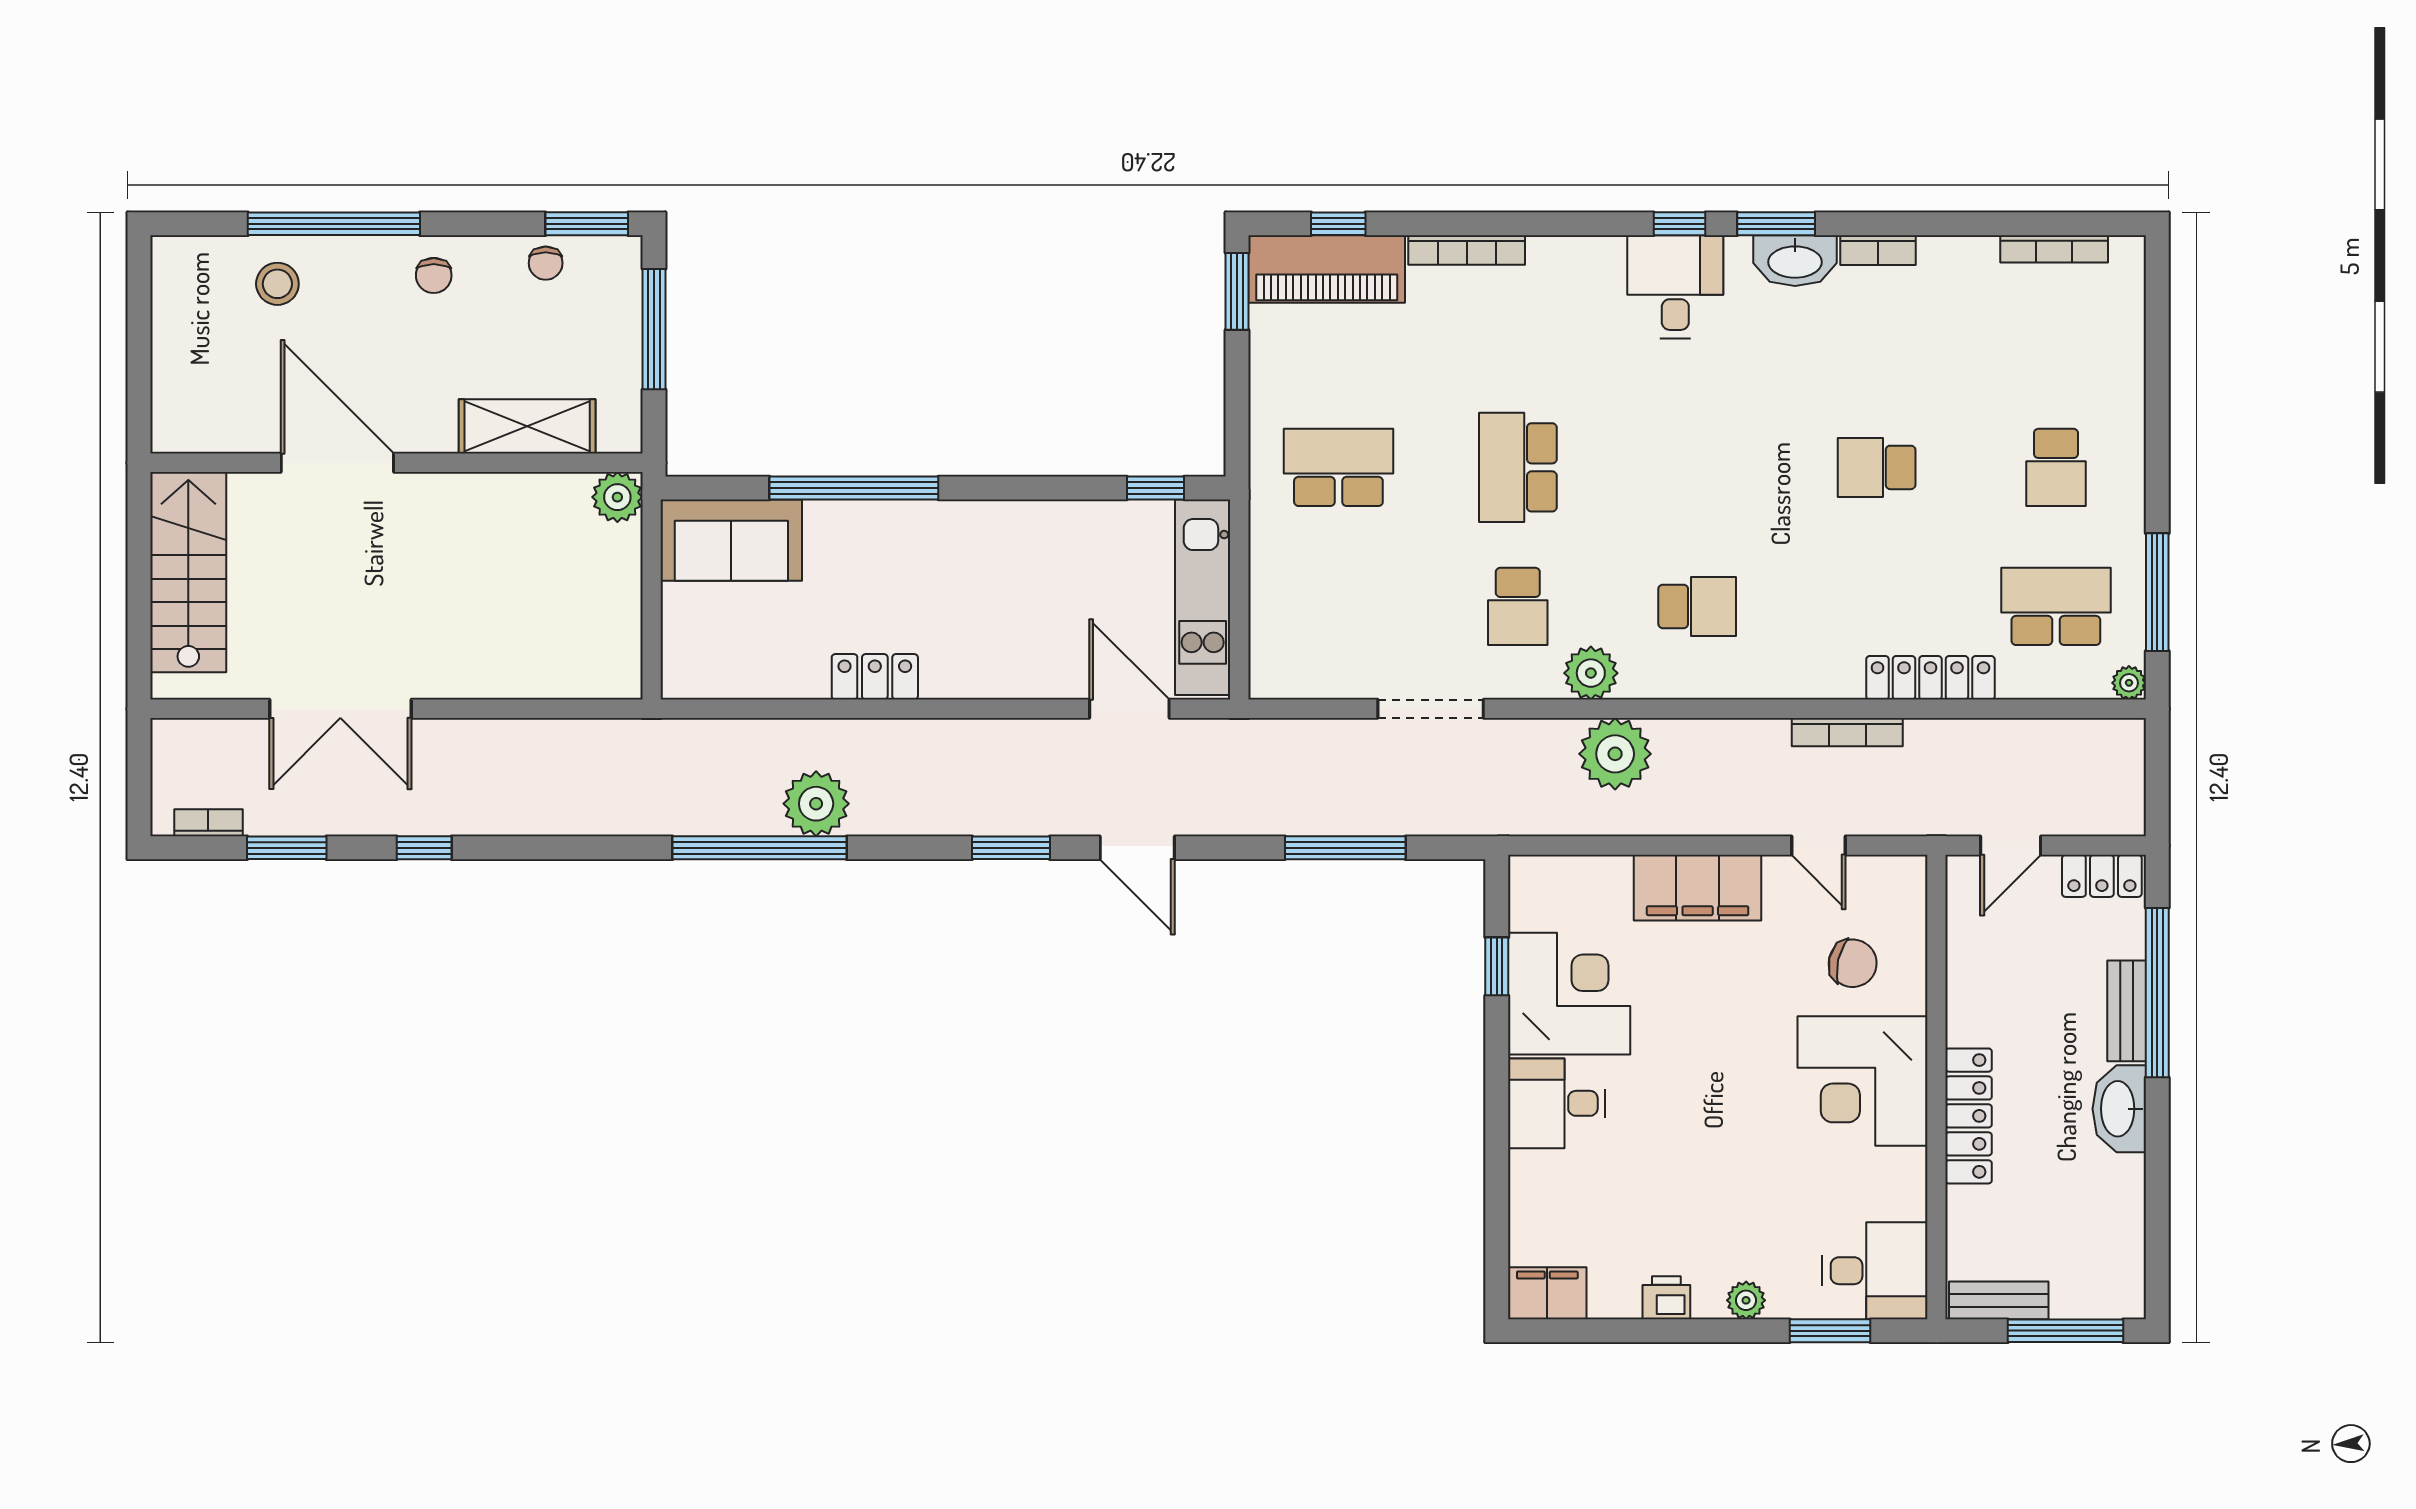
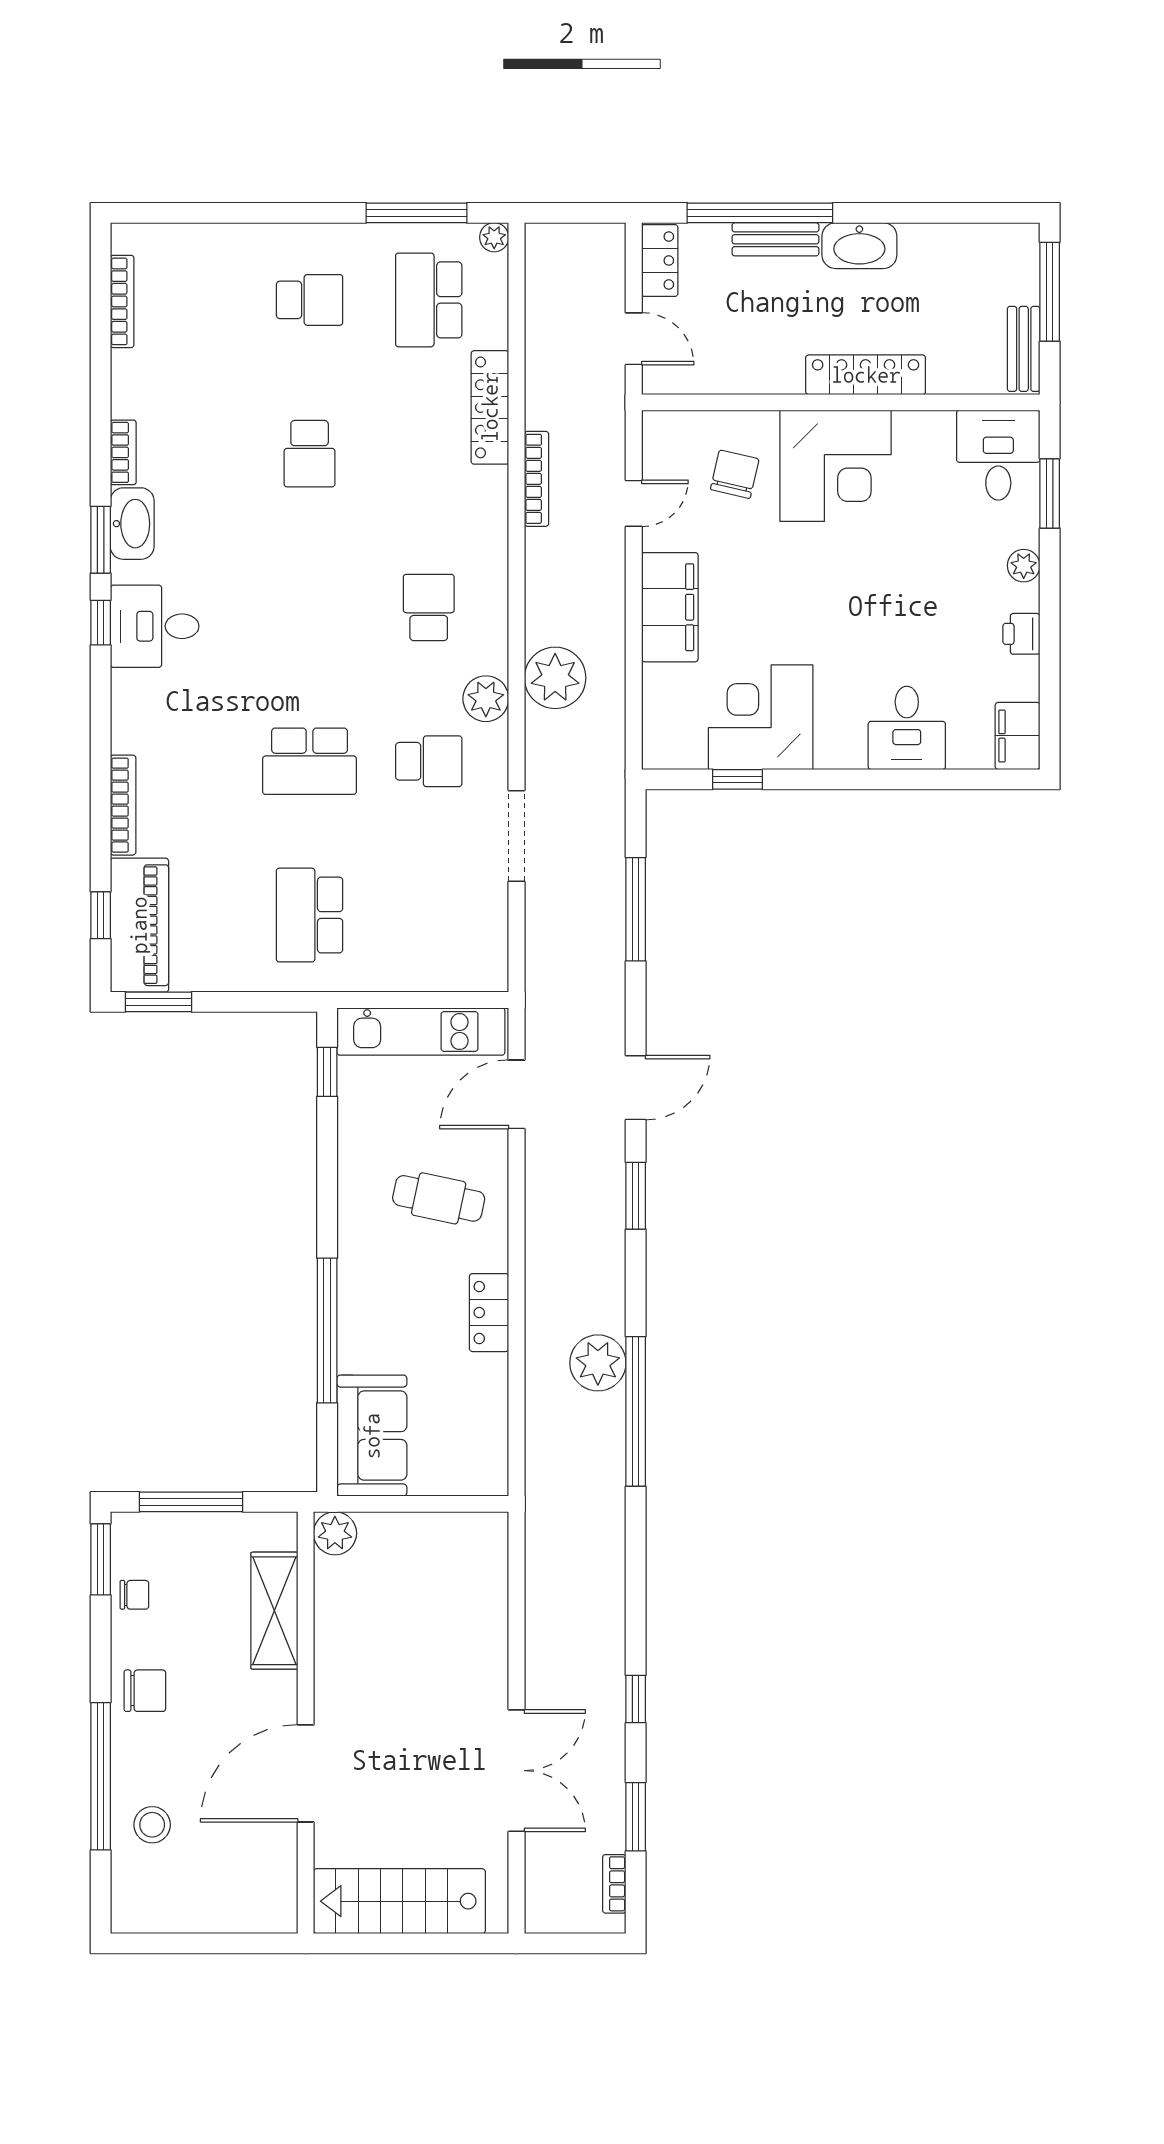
chair: (434, 275) -> (145, 1691), width x1.37, depth x1.37
cafe table: (1008, 618) -> (439, 1198), added
desk: (1557, 1103) -> (907, 728), moved

